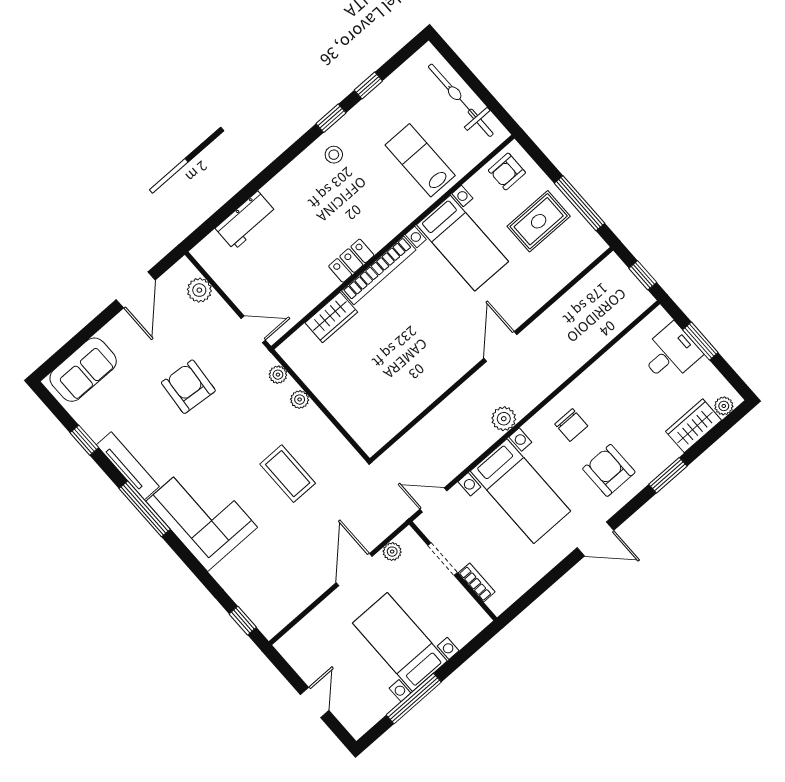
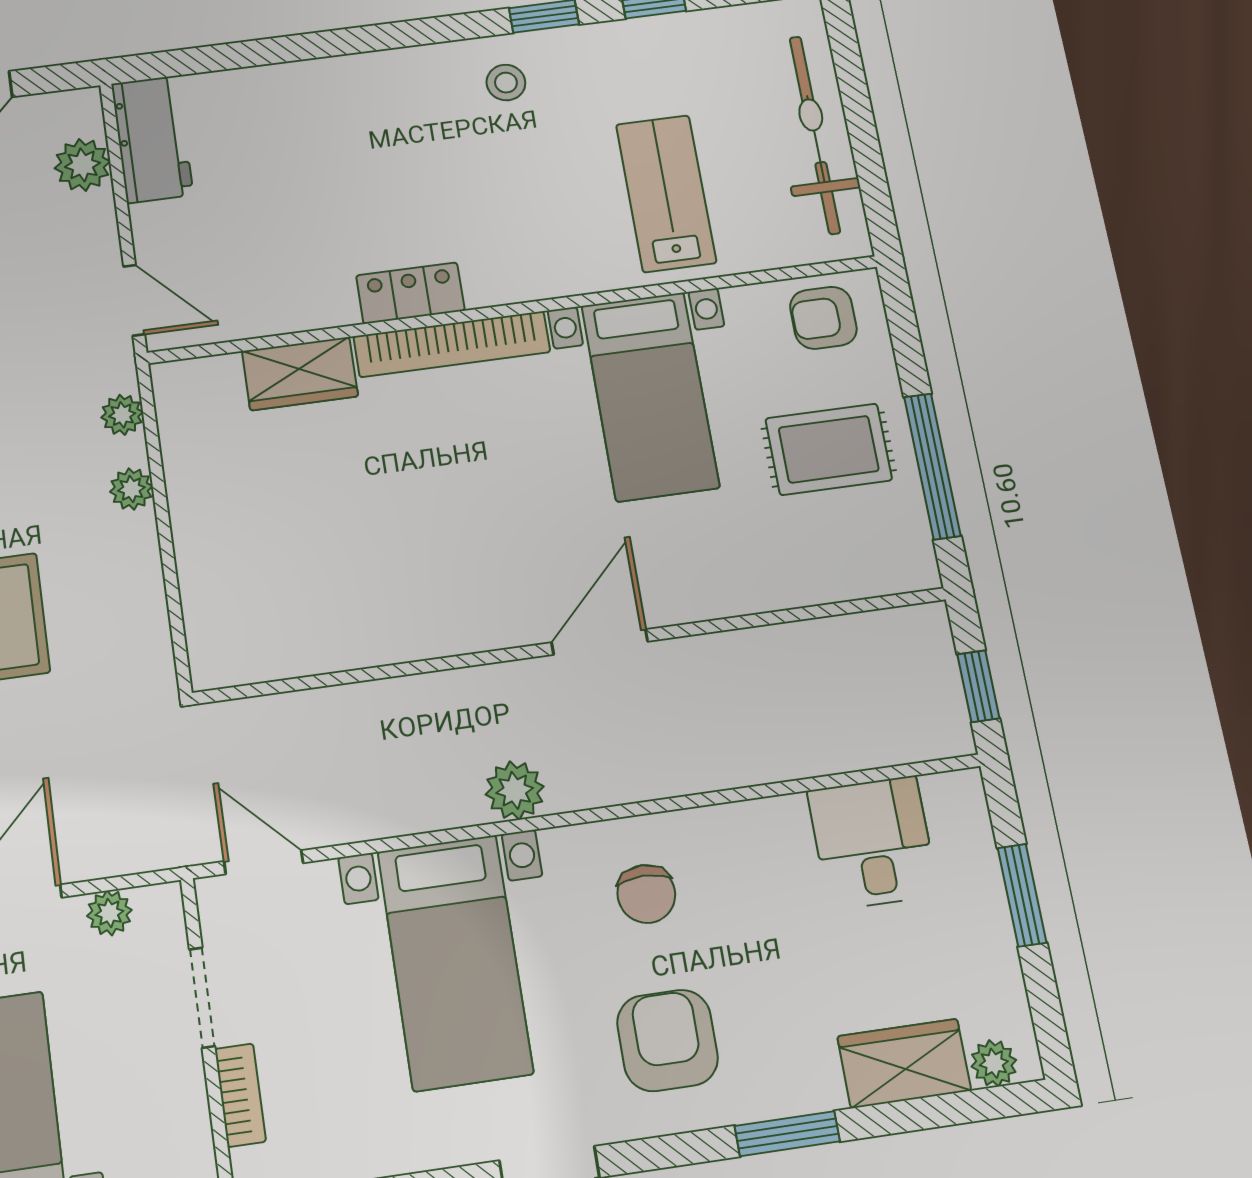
workbench: (246, 221) -> (152, 139), moved, turned -90
desk: (670, 353) -> (873, 843), moved, turned -90

